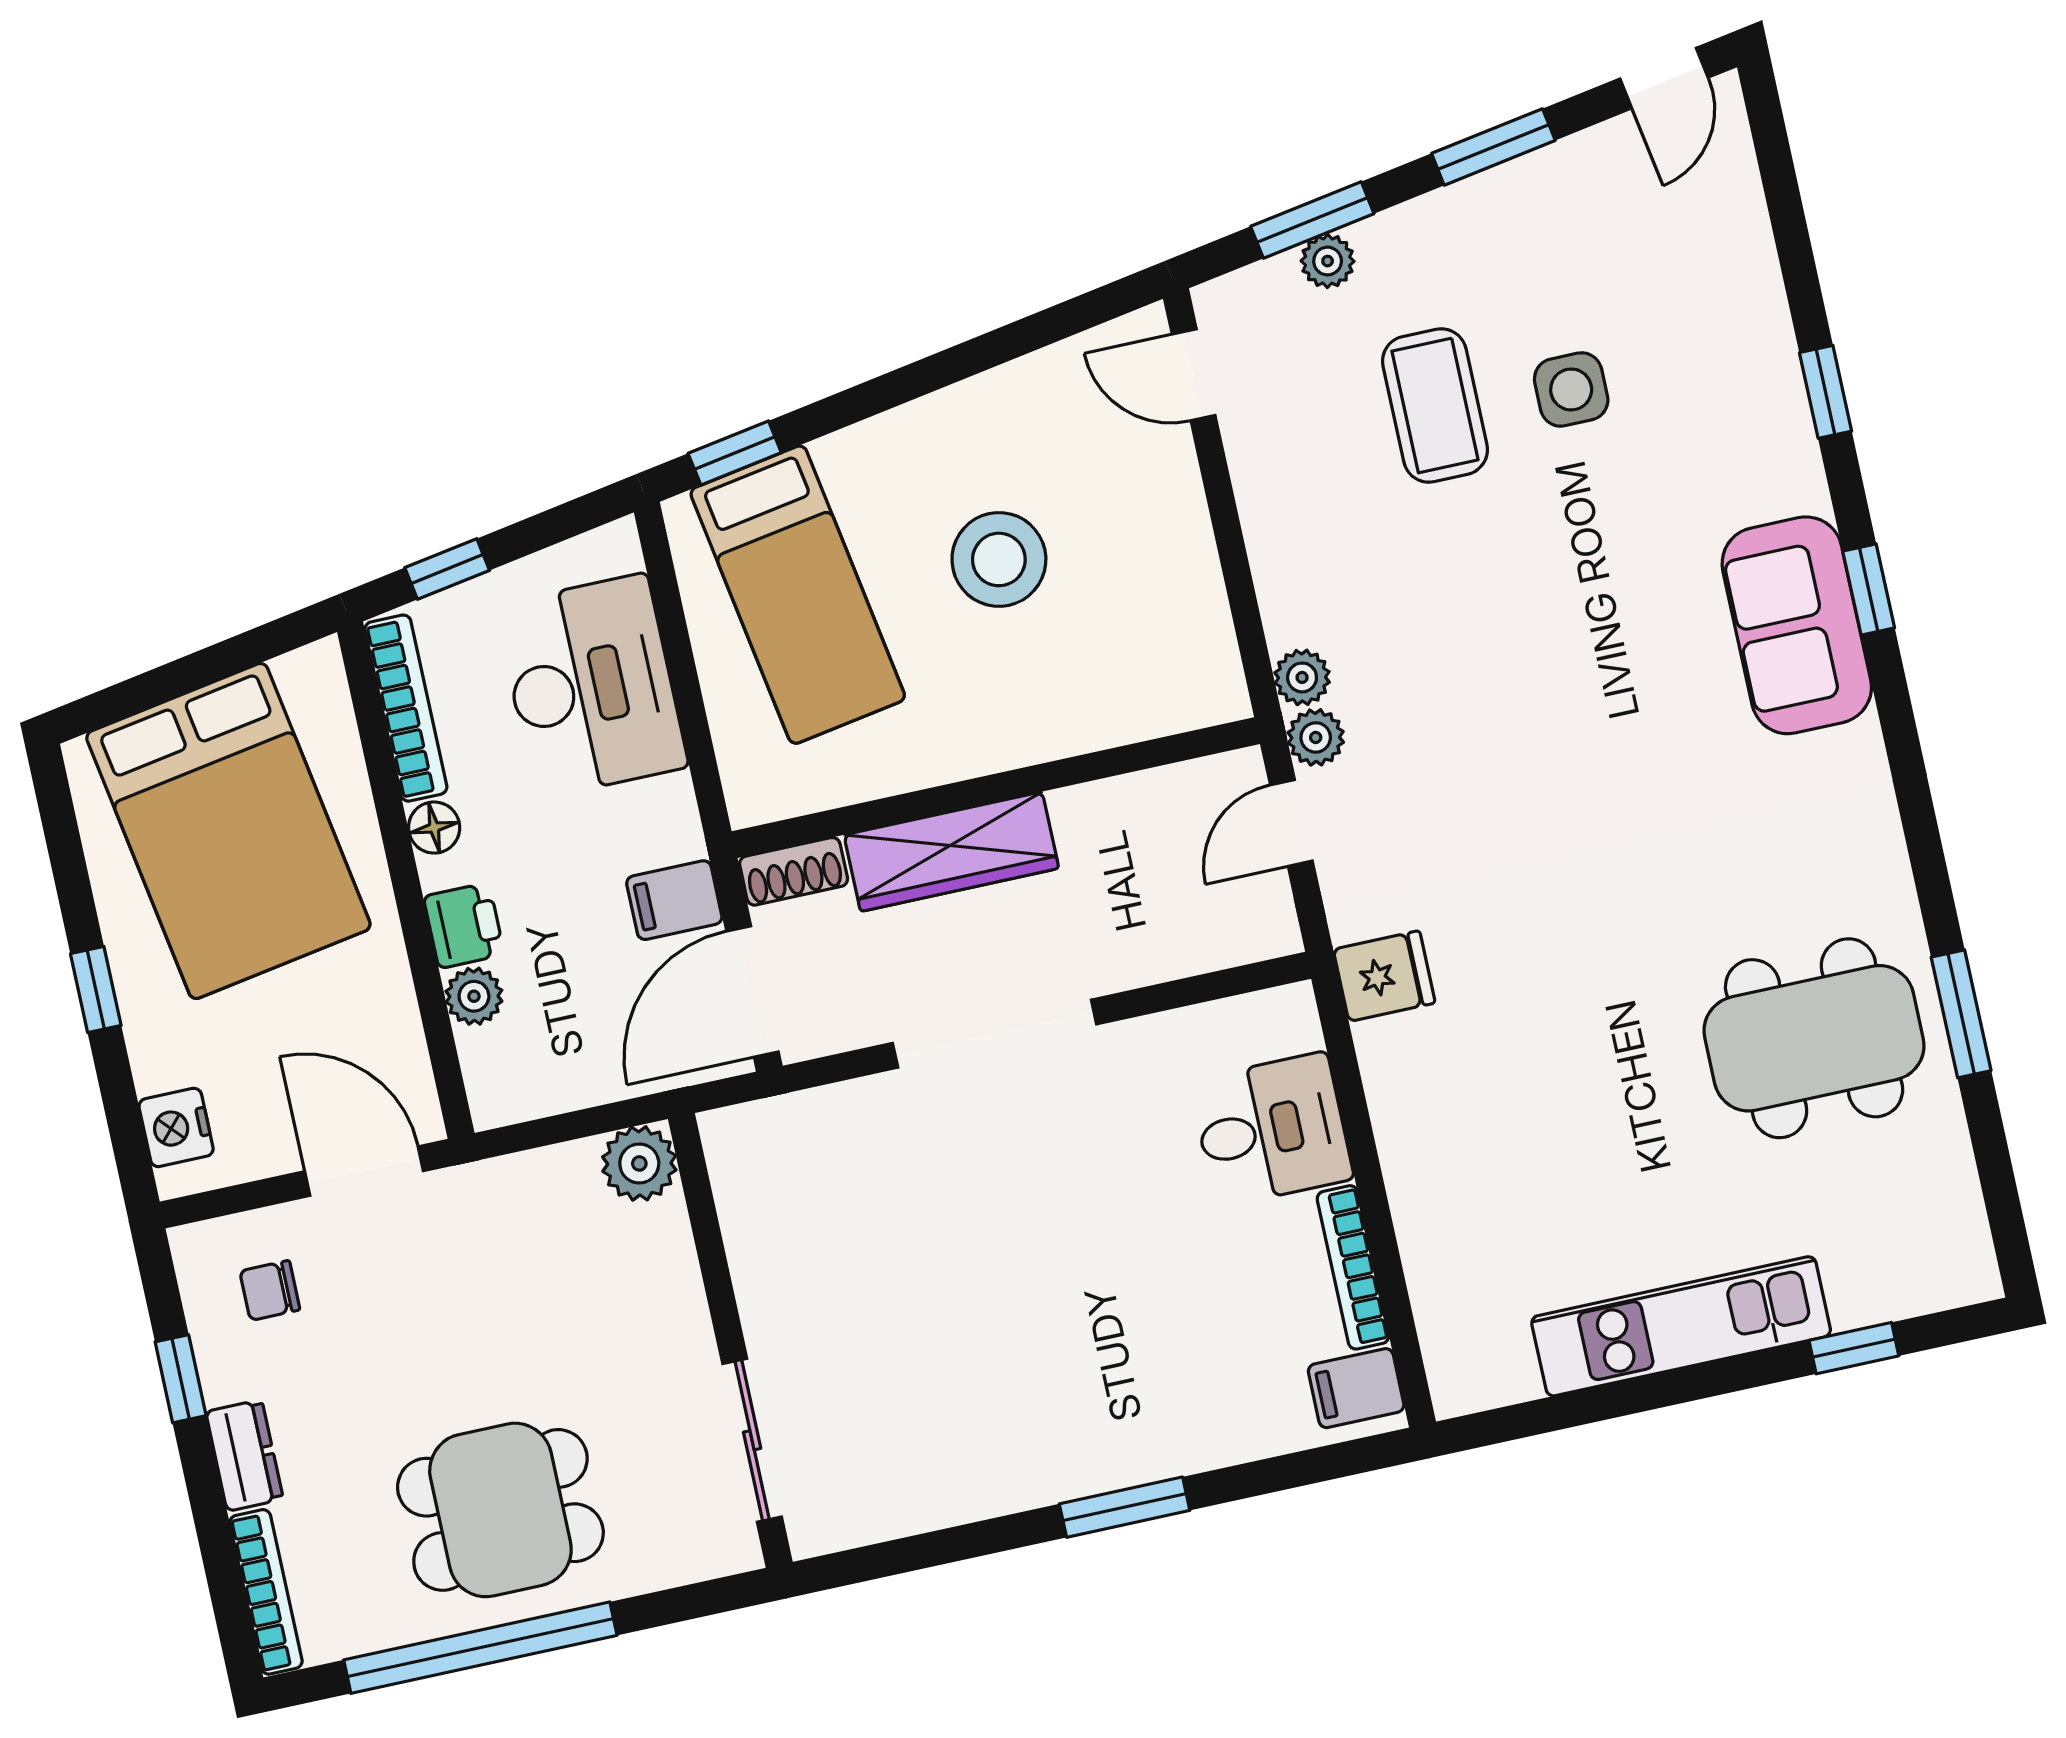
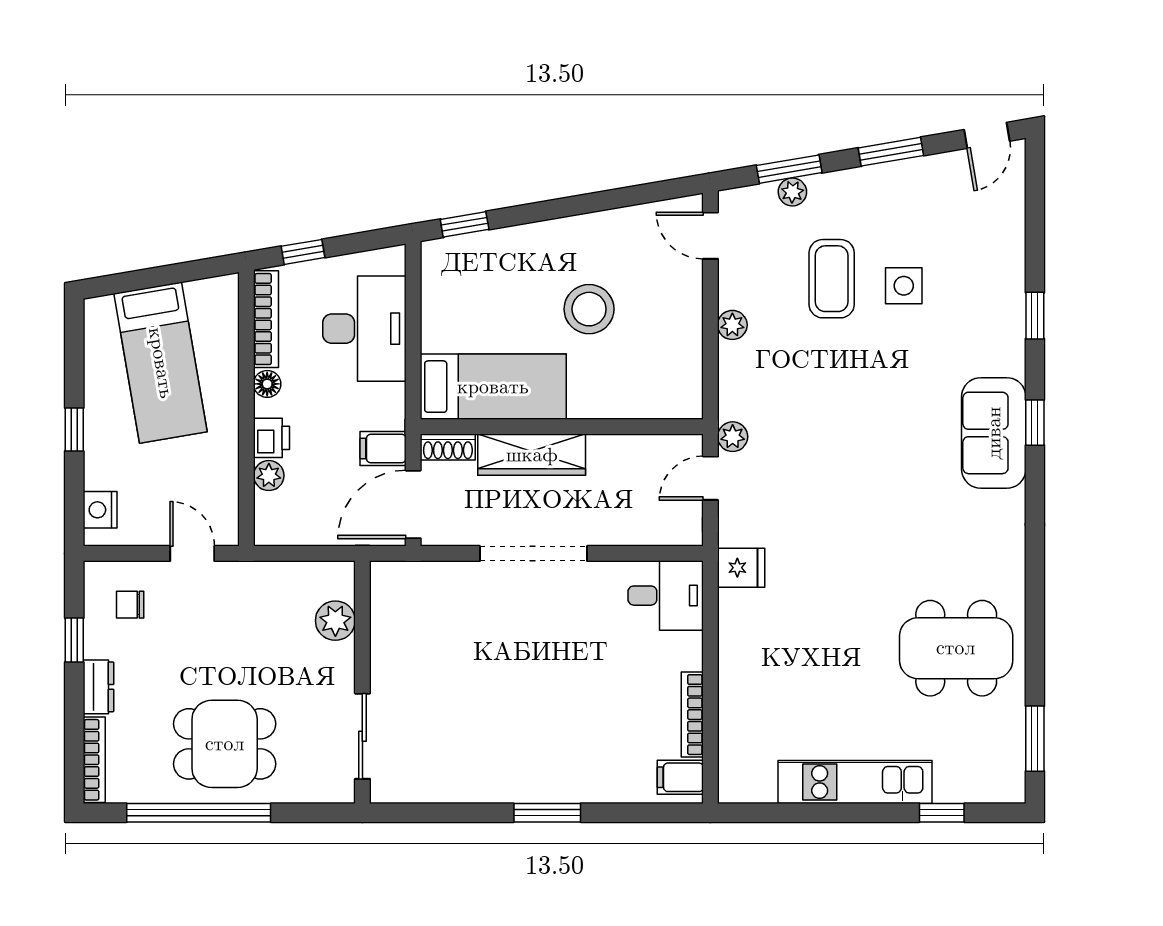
bed: (798, 595) -> (493, 387), moved, turned -80
plant: (1302, 677) -> (732, 325), moved
bed: (228, 831) -> (161, 363), width x0.67
window: (1961, 1014) -> (1035, 739), moved
desk: (1272, 1130) -> (666, 596), moved
plant: (639, 1163) -> (335, 621), moved
door: (364, 1171) -> (192, 553), width x0.73

